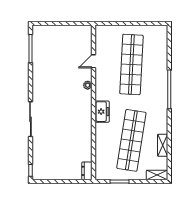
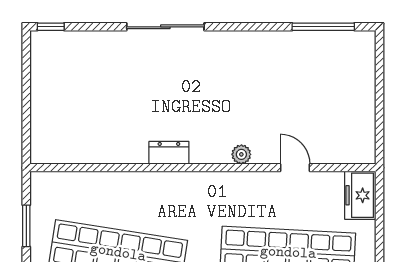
freezer: (102, 112) -> (360, 195), moved, turned 90
dresser: (87, 171) -> (169, 153), moved

